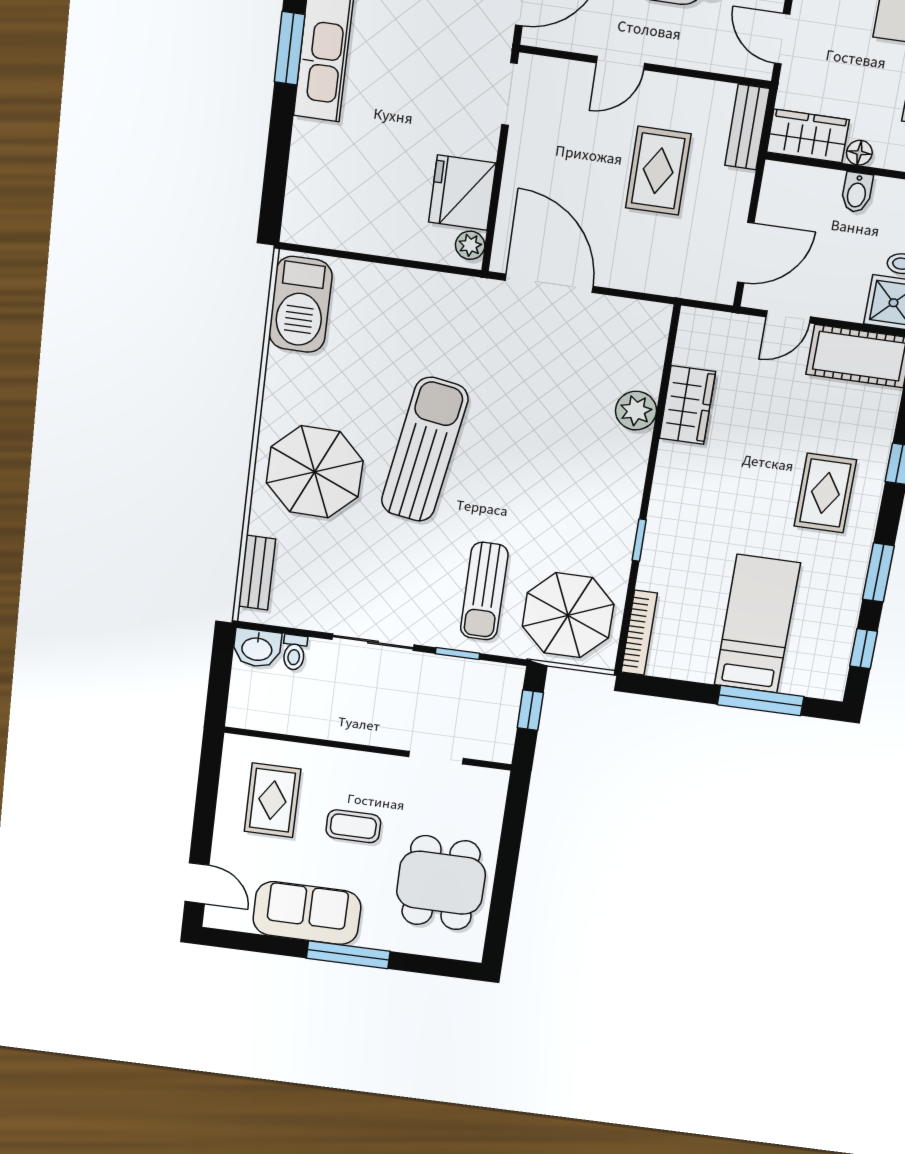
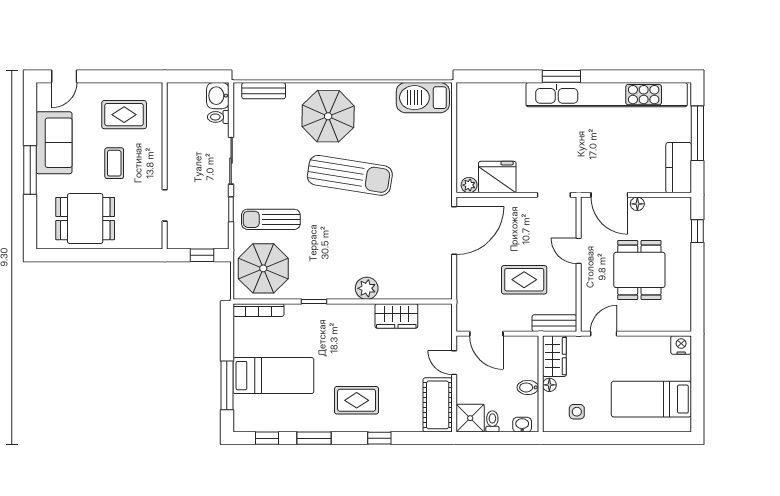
plant: (636, 411) -> (367, 288), moved

